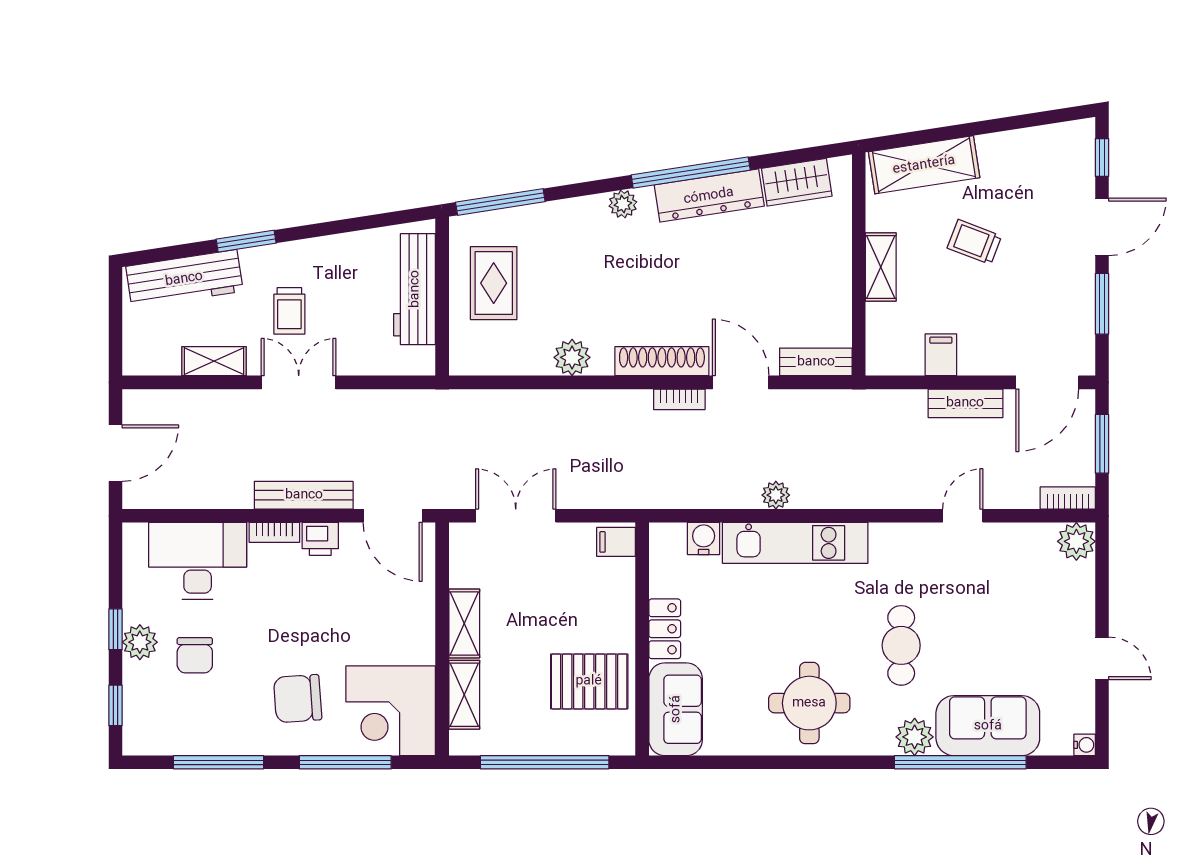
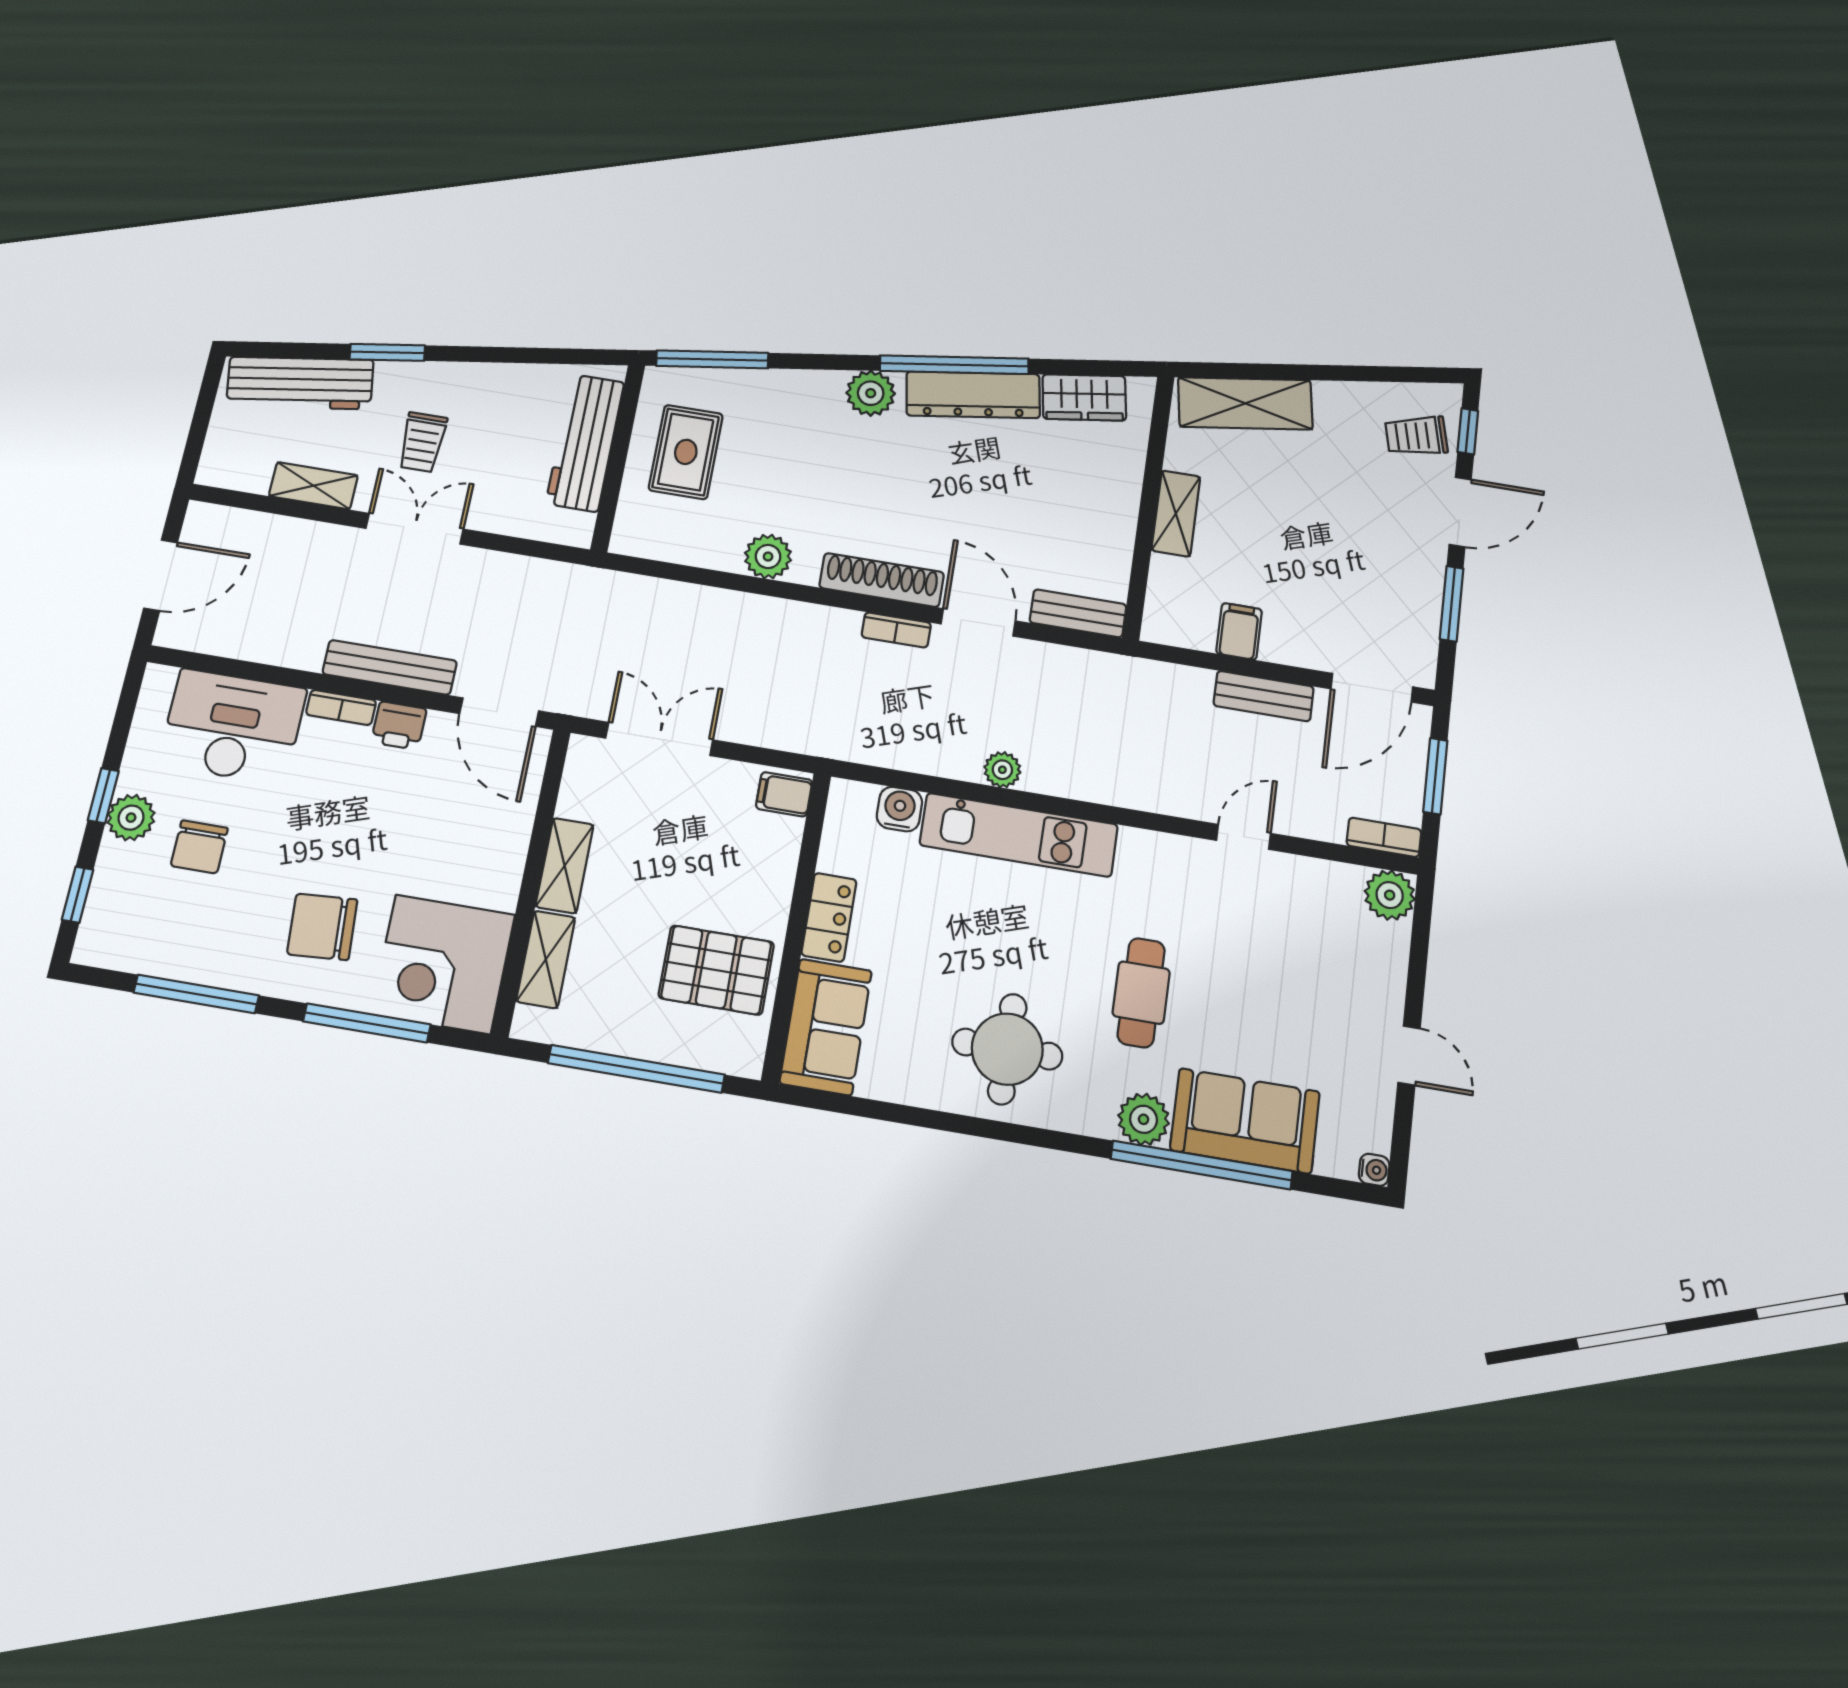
plant: (623, 204) -> (871, 393), width x1.38, depth x1.38
trolley: (974, 242) -> (1416, 436), moved, turned -34

